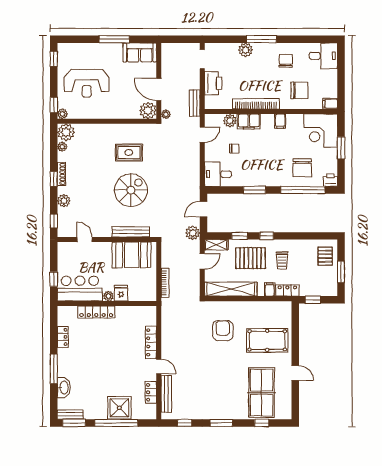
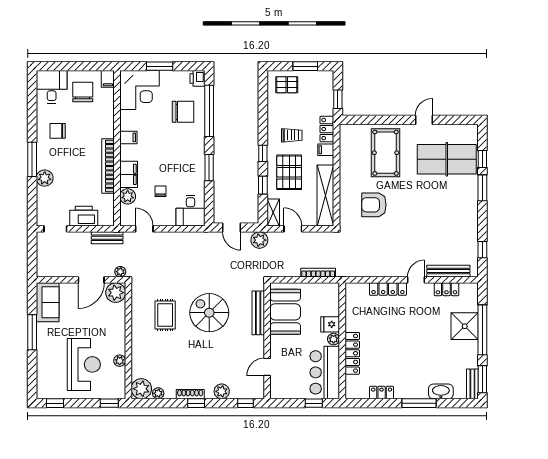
chair: (299, 90) -> (83, 92), moved
plant: (62, 114) -> (120, 361), moved
window: (221, 423) -> (482, 188), moved

